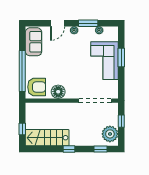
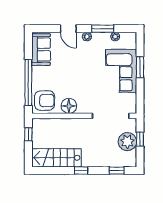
door: (58, 23) -> (68, 29), hinge flipped
window: (22, 129) -> (28, 134), moved
plant: (110, 134) -> (127, 142), moved

